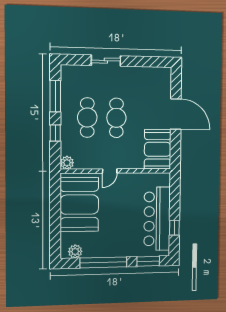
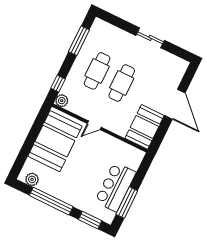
sliding door: (106, 61) -> (150, 38), moved
window: (55, 133) -> (58, 84), moved
bar counter: (157, 219) -> (115, 187), width x0.73
window: (174, 228) -> (127, 203), width x2.17

